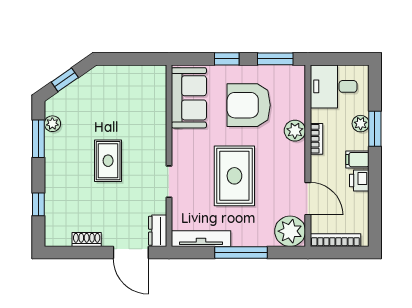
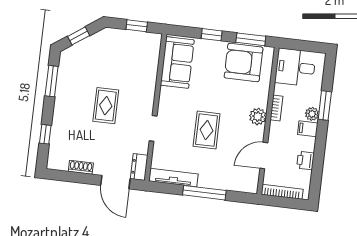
window: (134, 59) -> (137, 26), added
armchair: (249, 105) -> (244, 62), moved
plant: (52, 124) -> (64, 70), removed
plant: (361, 124) -> (312, 114), moved
plant: (295, 131) -> (258, 117), moved
rug: (234, 176) -> (207, 130), width x0.73, depth x0.70
printer: (359, 180) -> (305, 160), moved
door: (308, 199) -> (264, 155), swing flipped
plant: (290, 231) -> (246, 180), removed

